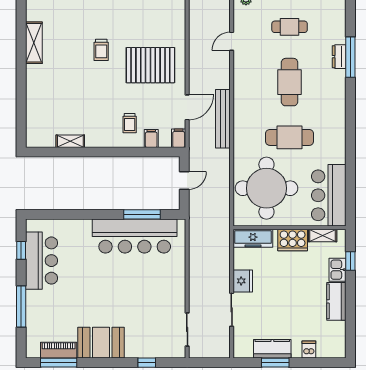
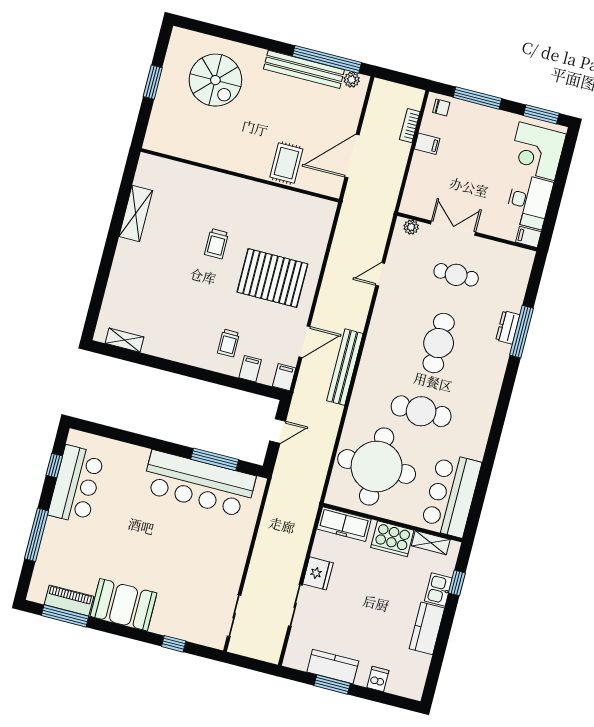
shelving: (70, 141) -> (125, 340), moved

